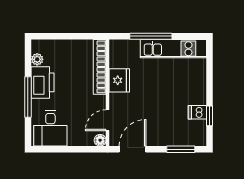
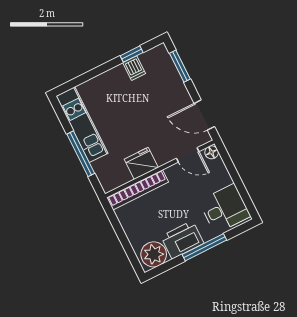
plant: (37, 59) -> (154, 254), width x1.88, depth x1.88

